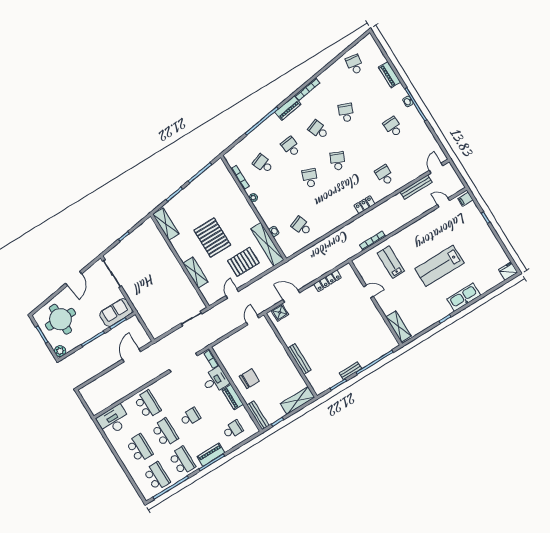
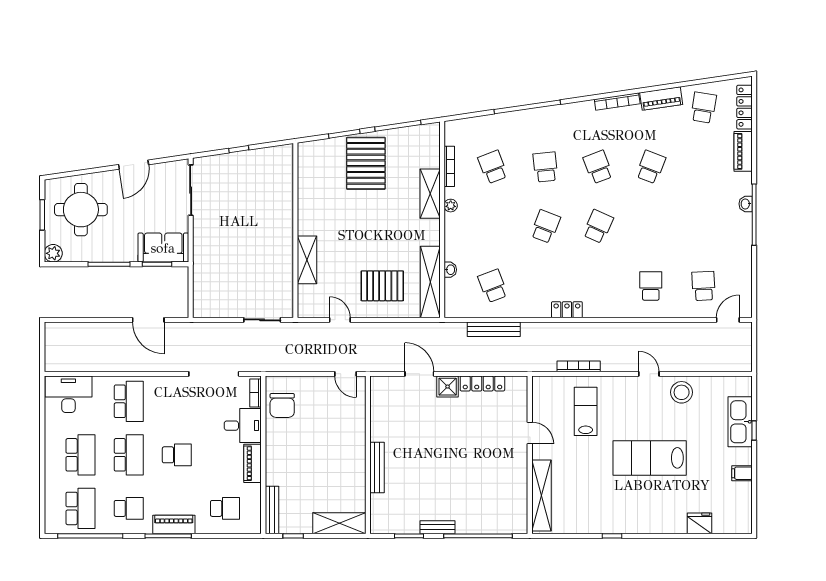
locker: (376, 51) -> (745, 107), added
piano: (288, 108) -> (661, 99), moved
school desk: (393, 127) -> (703, 286), moved
bench: (416, 187) -> (494, 329), moved
filing cabinet: (465, 199) -> (742, 473), moved
door: (443, 203) -> (649, 374), moved
locker: (364, 205) -> (567, 310), moved
stool: (435, 221) -> (682, 392), added
shelving: (166, 224) -> (430, 194), moved
pallet: (212, 238) -> (366, 163), moved
fridge: (508, 271) -> (699, 523), moved
door: (232, 293) -> (340, 320), hinge flipped
kitchen sink: (464, 297) -> (740, 422), moved, turned -90
shower: (280, 312) -> (448, 387), moved
door: (253, 320) -> (345, 374), swing flipped
shelving: (398, 326) -> (541, 495), width x1.47
door: (132, 355) -> (148, 320), swing flipped
chair: (249, 379) -> (282, 405), moved, turned 90
school desk: (182, 461) -> (129, 508), width x0.54

